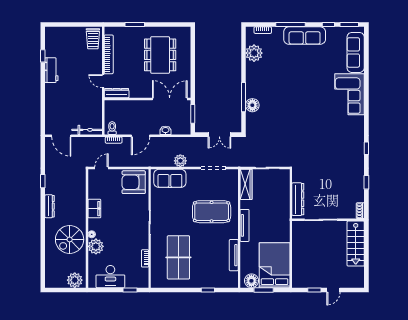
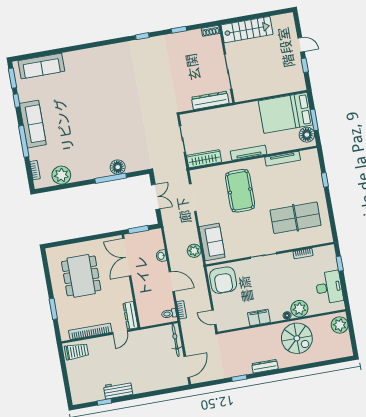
dining table: (160, 55) -> (81, 276), turned 90
corner sofa: (350, 94) -> (87, 65), removed
plant: (180, 161) -> (194, 251), moved

